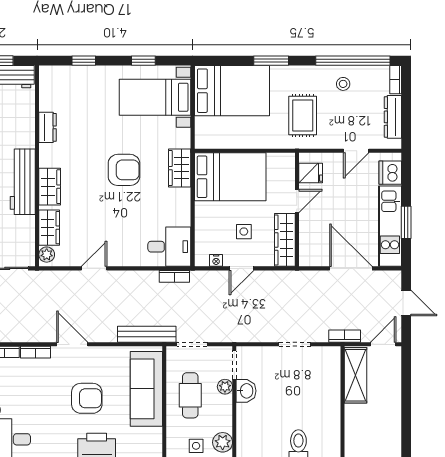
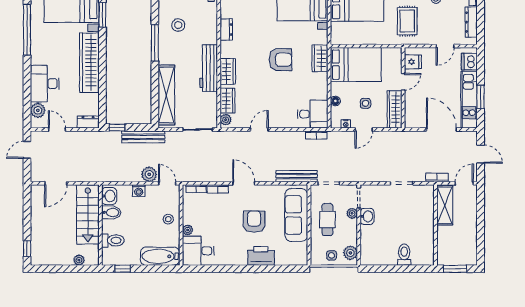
floor lamp: (201, 228) -> (335, 101), added
armchair: (87, 398) -> (254, 222), turned -90

